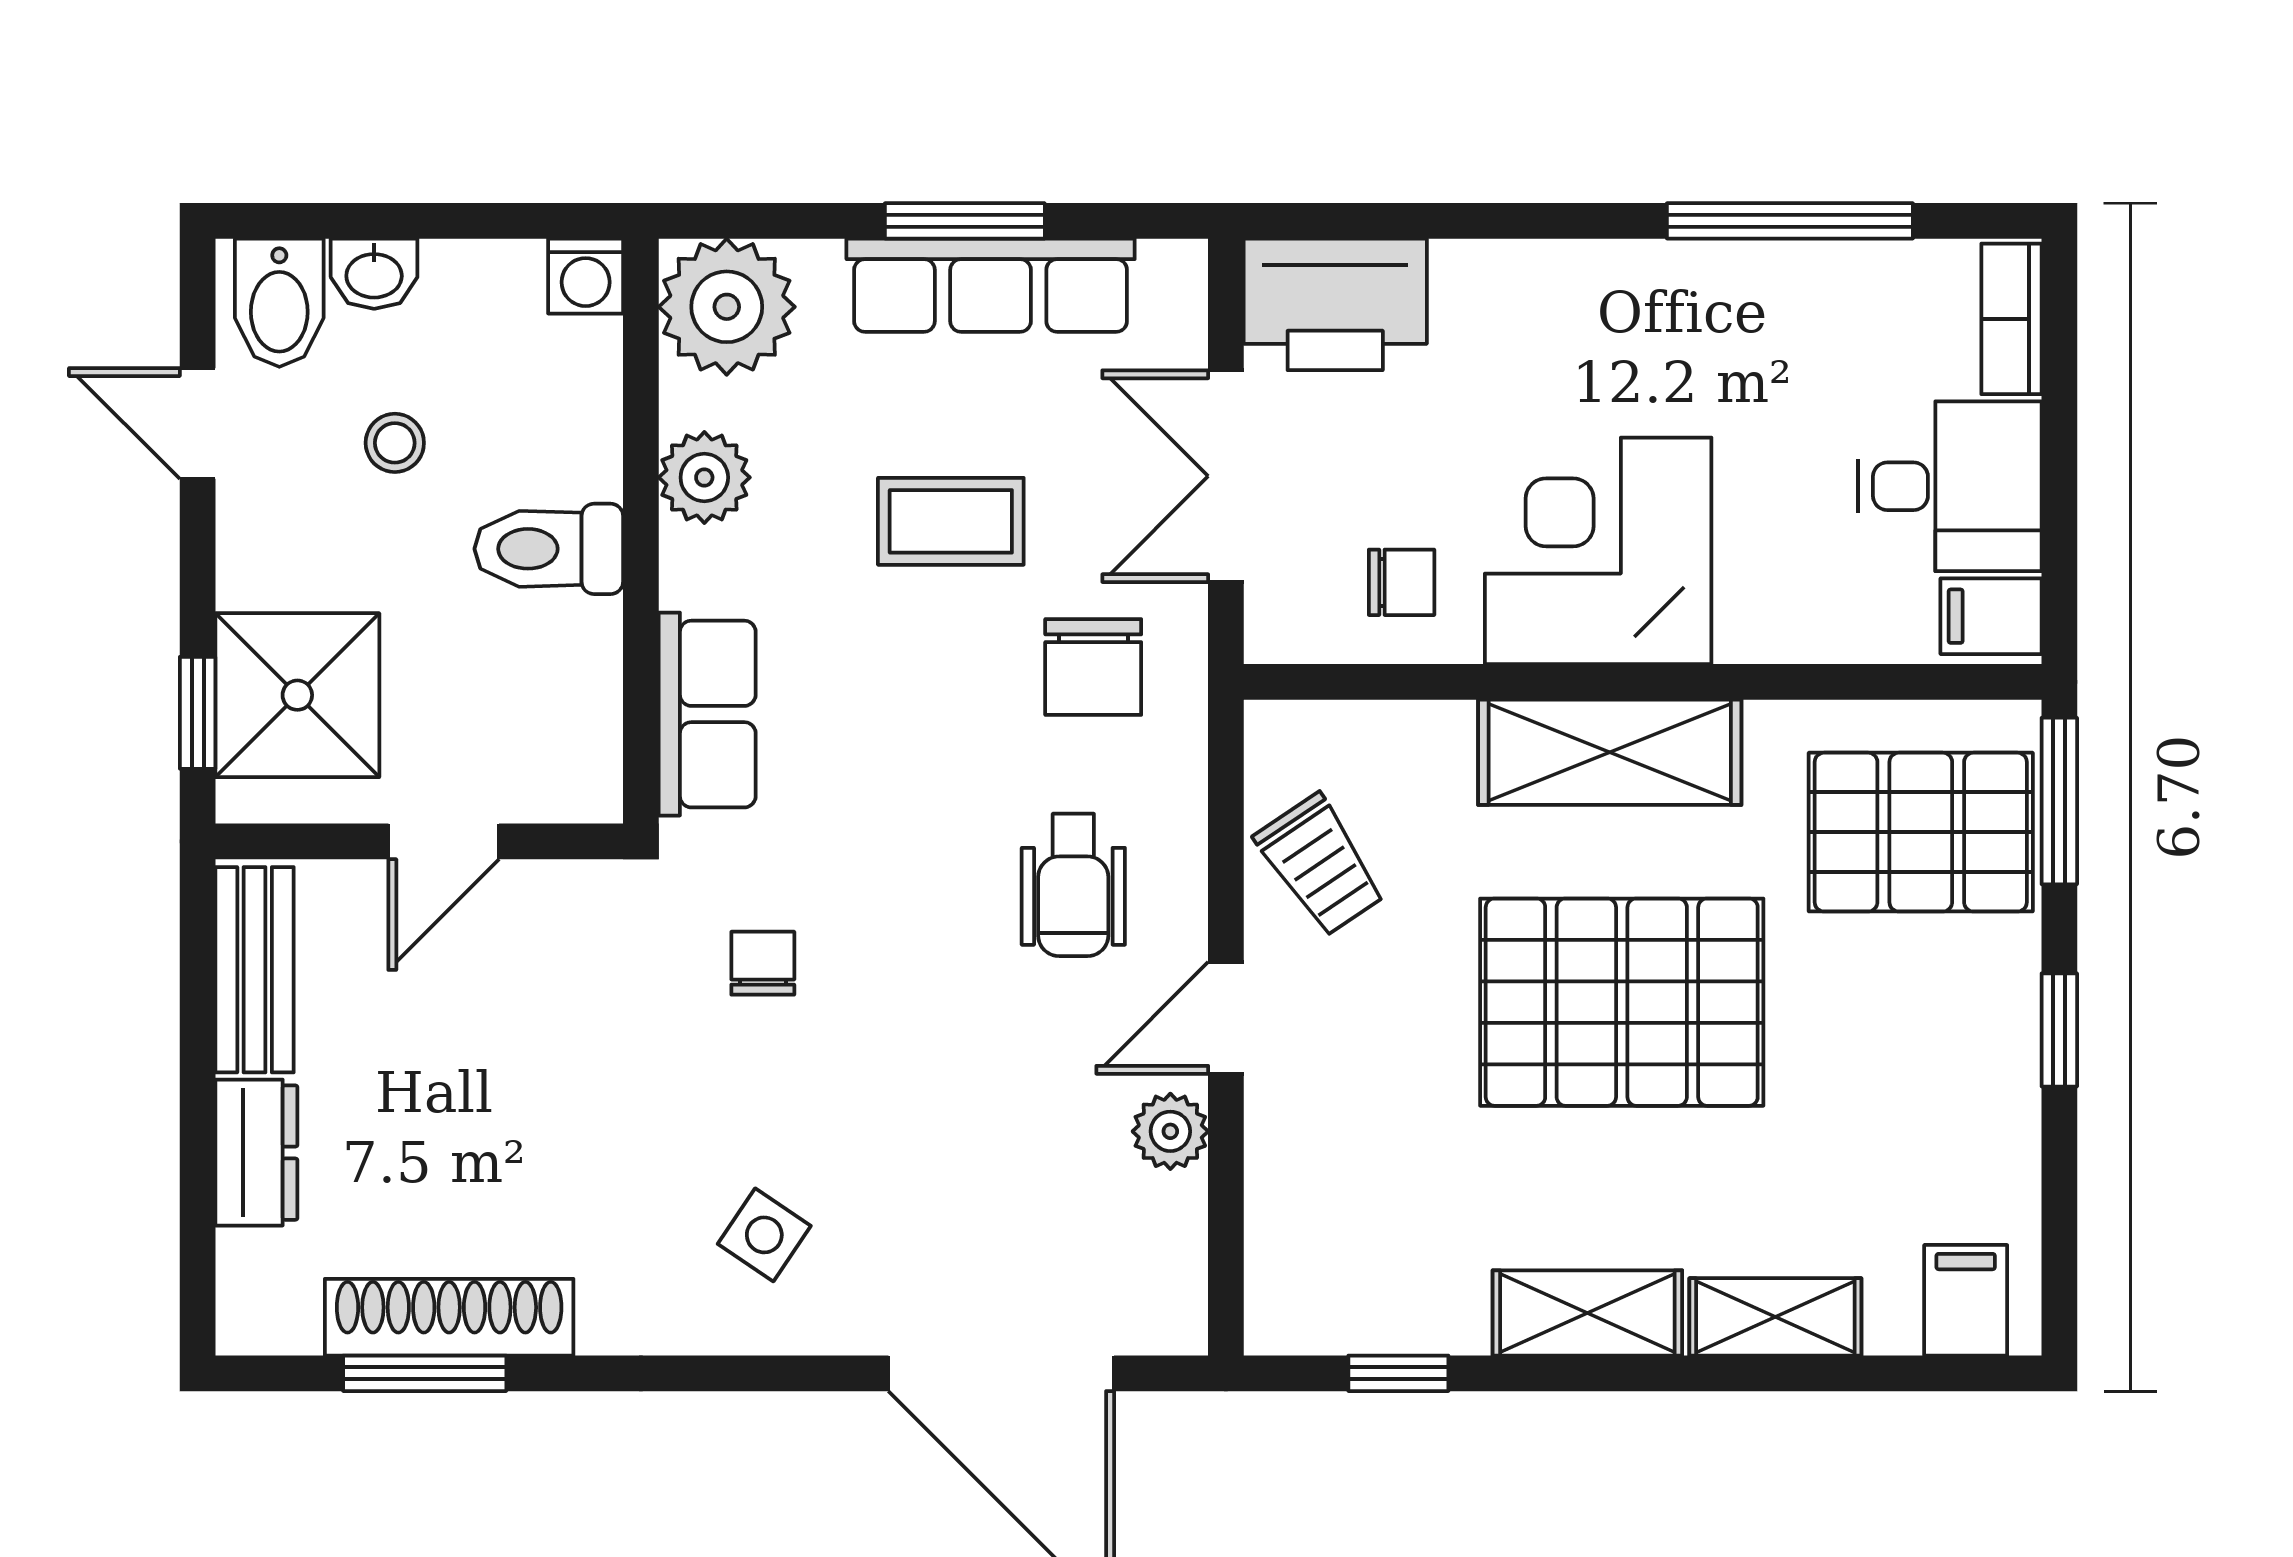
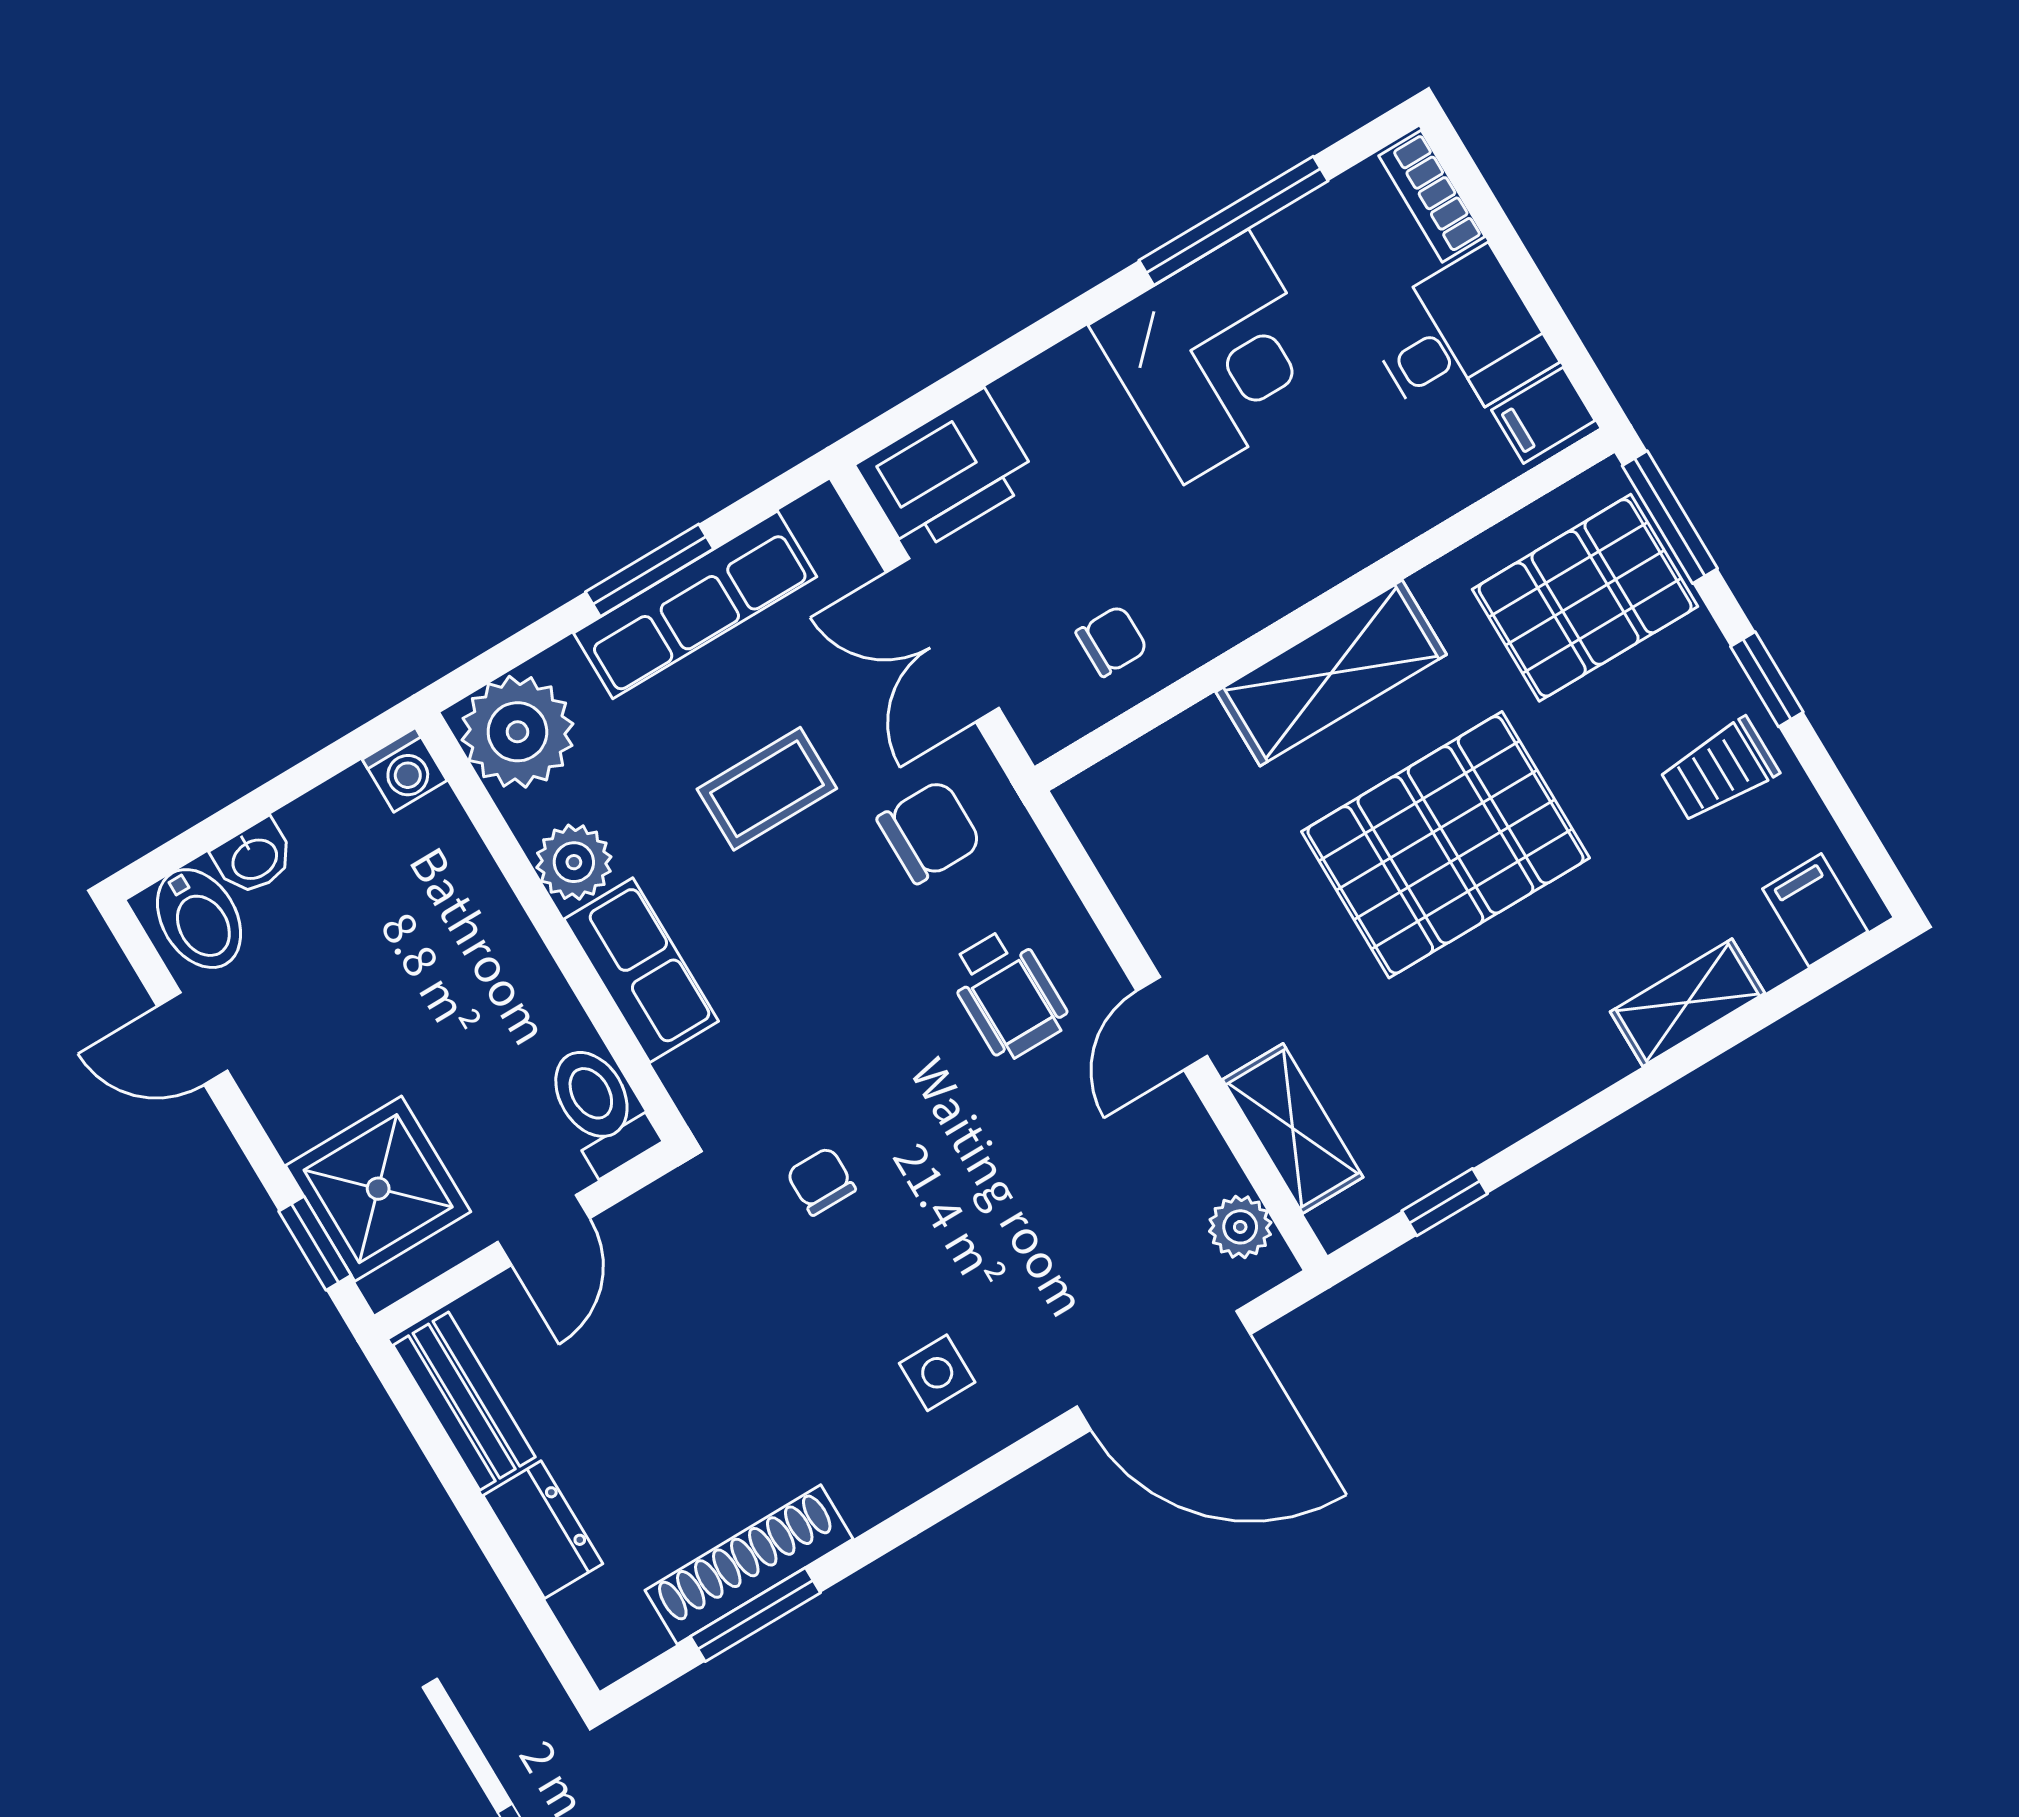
stool: (395, 443) -> (340, 969), removed
toilet: (549, 549) -> (600, 1108), moved, turned 90
corner desk: (1598, 551) -> (1216, 357), moved, turned 180
chair: (1093, 667) -> (929, 832), turned -90
row of seats: (707, 714) -> (641, 970), moved
trolley: (1320, 865) -> (1719, 770), moved, turned 124
plant: (1170, 1131) -> (1240, 1227), moved
side table: (764, 1235) -> (937, 1373), turned -34
shelving: (1587, 1313) -> (1293, 1128), moved, turned 90

